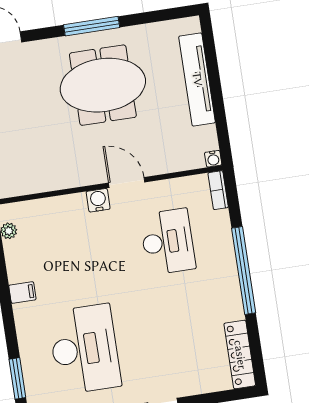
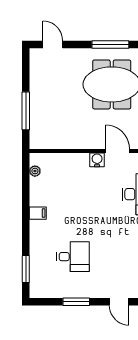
desk: (84, 349) -> (73, 257), width x0.53, depth x0.77

